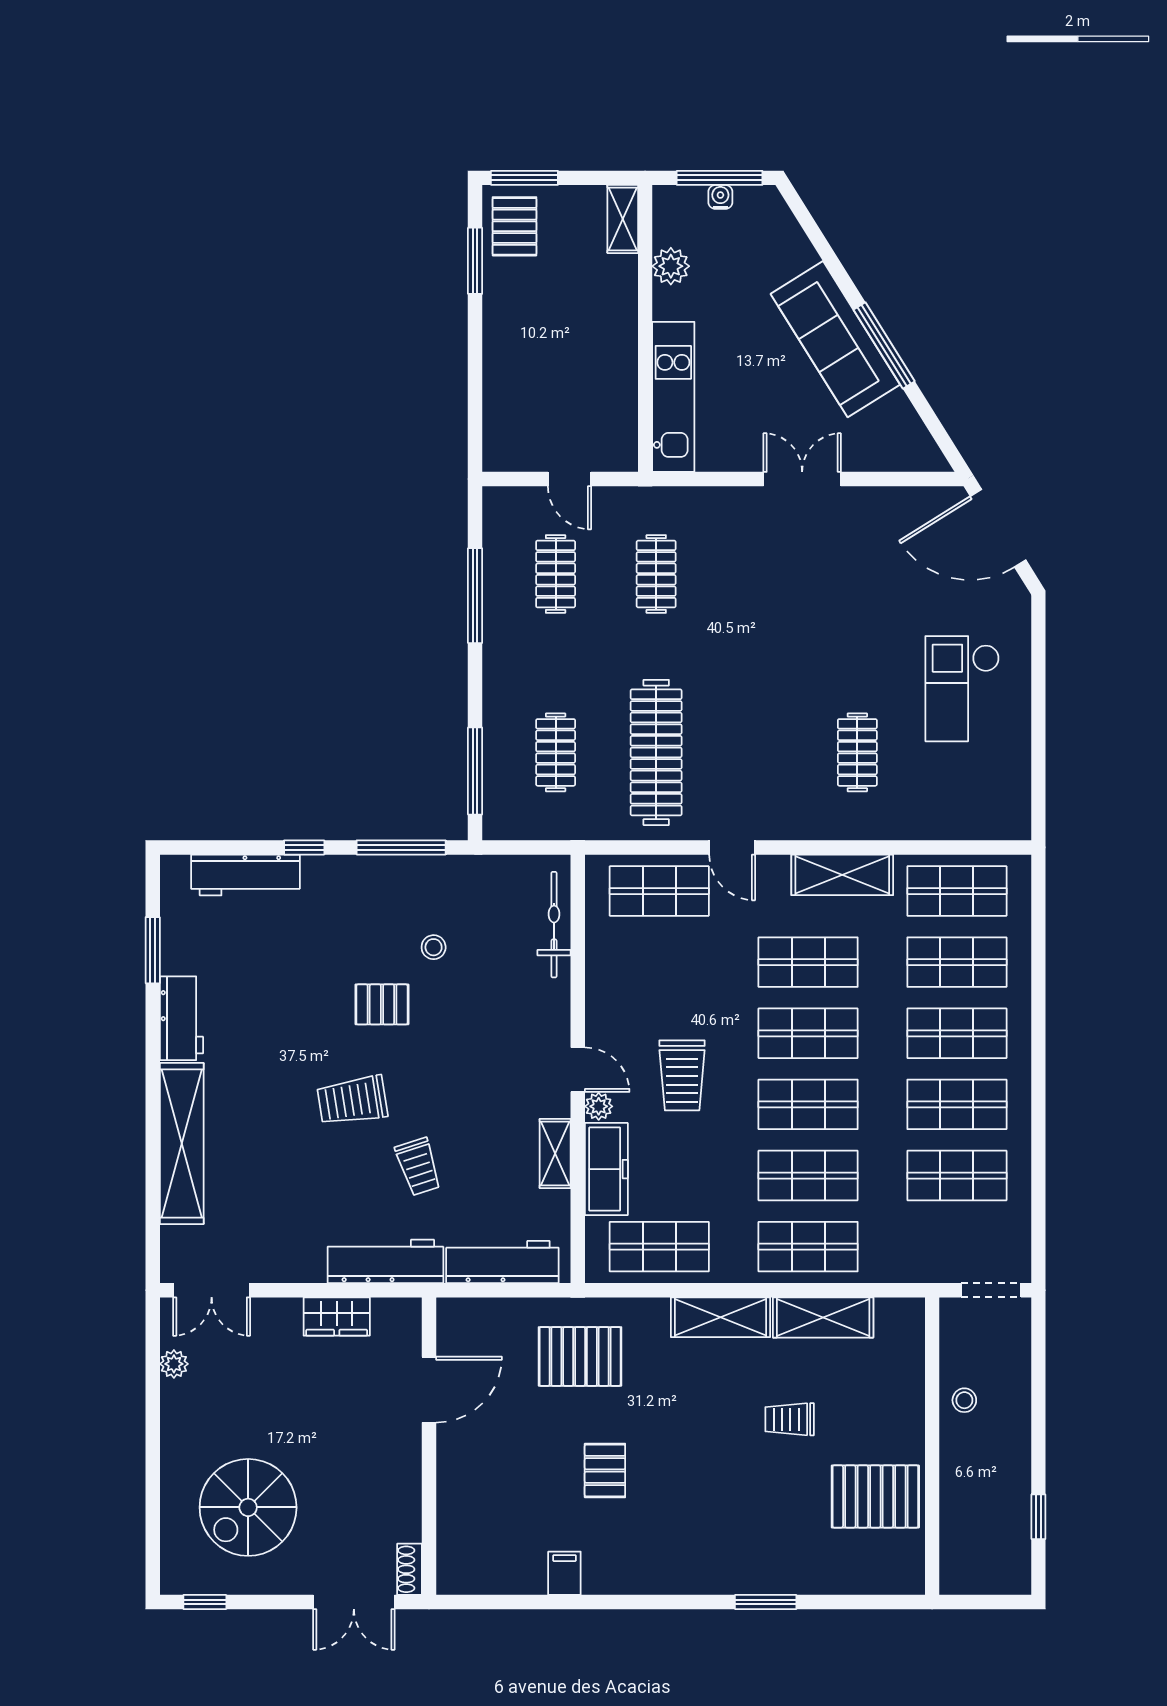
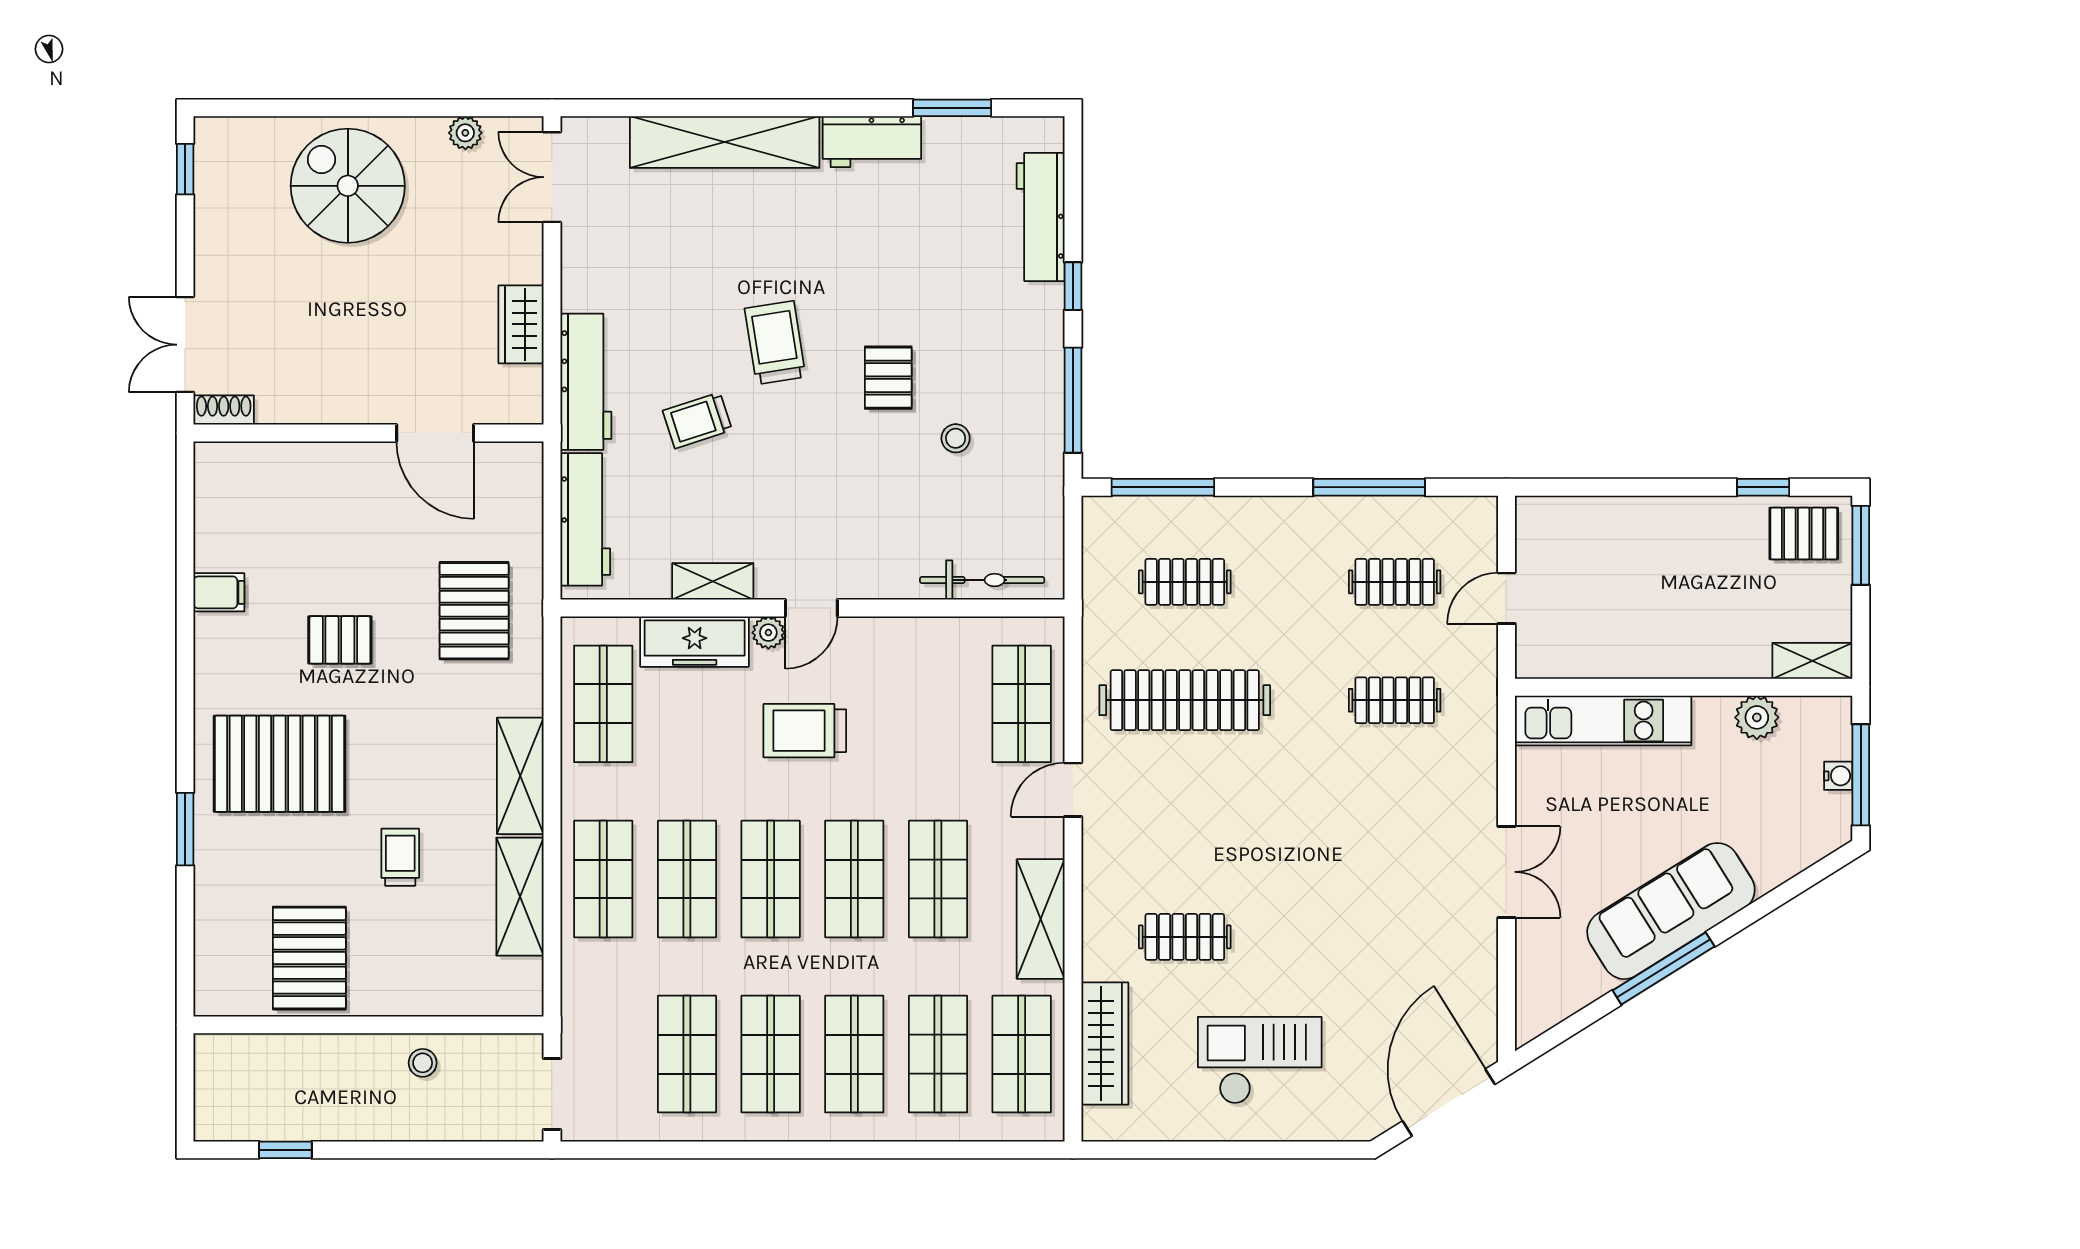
window: (475, 261) -> (1763, 487), width x0.67
wardrobe: (948, 820) -> (1105, 1043), added
spiral stairs: (248, 1507) -> (348, 186), moved
pallet: (710, 1522) -> (280, 764), added

